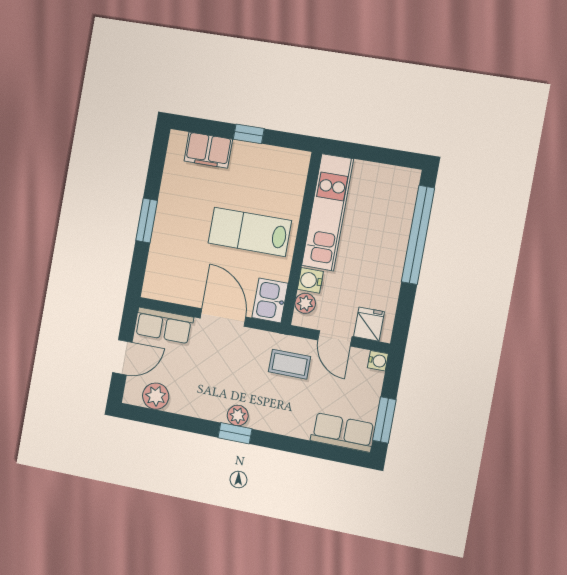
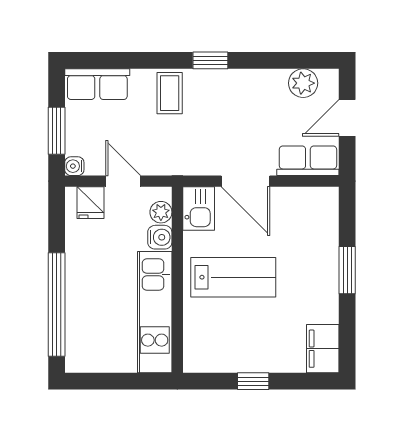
filing cabinet: (208, 150) -> (323, 349), moved, turned -90
coffee table: (290, 364) -> (170, 93), moved, turned 90
plant: (238, 416) -> (211, 80), removed
window: (384, 420) -> (57, 131), moved

